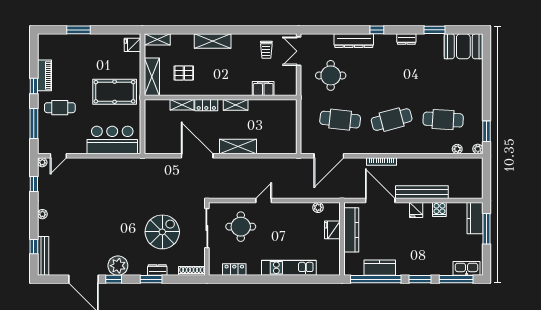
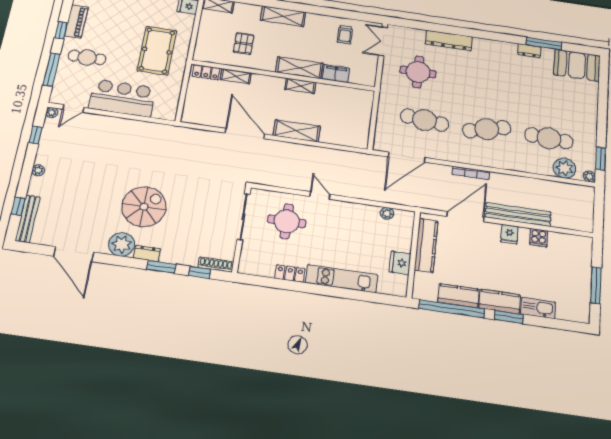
window: (377, 30) -> (477, 34), removed
window: (435, 30) -> (544, 44), width x1.44
dresser: (406, 39) -> (529, 51), moved
pallet: (184, 73) -> (244, 44), turned 90
shelving: (152, 77) -> (299, 68), moved, turned 90
pool table: (115, 92) -> (157, 51), turned 90
locker: (206, 105) -> (206, 72), moved
bar counter: (112, 140) -> (122, 98), moved
plant: (457, 149) -> (564, 168), width x1.88, depth x1.88
door: (264, 200) -> (320, 195), hinge flipped
door: (380, 200) -> (465, 217), hinge flipped
kitchen counter: (475, 218) -> (500, 301), moved, turned 90
window: (486, 229) -> (596, 285), moved
fridge: (332, 230) -> (400, 263), moved
spiral stairs: (162, 232) -> (144, 207), moved
kitchen sink: (467, 268) -> (538, 308), moved
dresser: (157, 270) -> (147, 253), moved
locker: (234, 270) -> (290, 274), moved
window: (114, 279) -> (200, 272), moved
window: (456, 279) -> (555, 324), removed

